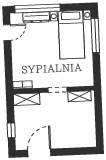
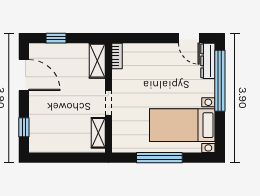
dresser: (36, 17) -> (208, 61), moved
window: (95, 35) -> (159, 158), moved
window: (78, 151) -> (24, 127), added

